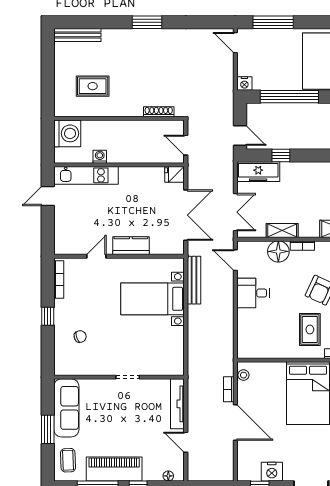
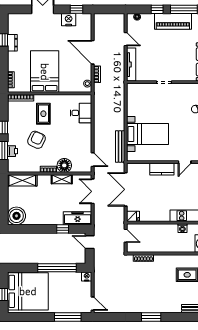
desk: (253, 293) -> (81, 113), moved

